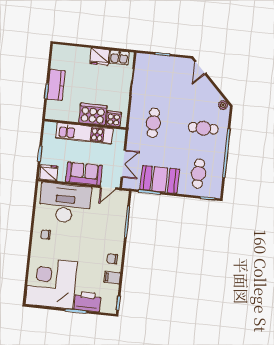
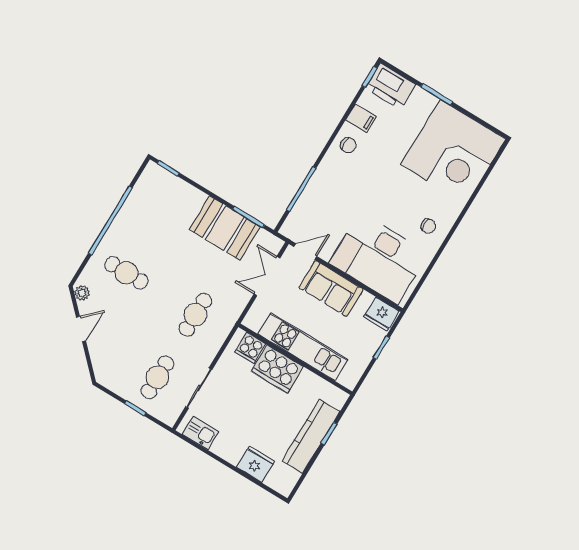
fridge: (100, 57) -> (255, 464), moved
door: (200, 68) -> (81, 329), moved
kitchen counter: (56, 85) -> (311, 436), width x1.50
cafe table: (199, 173) -> (157, 377), moved
printer: (87, 302) -> (390, 86), moved

